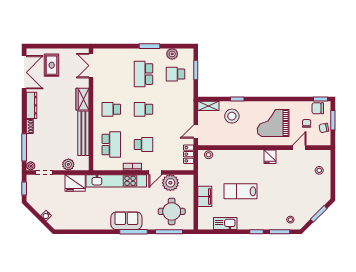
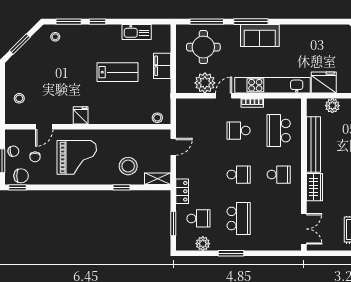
locker: (189, 154) -> (182, 191), moved

